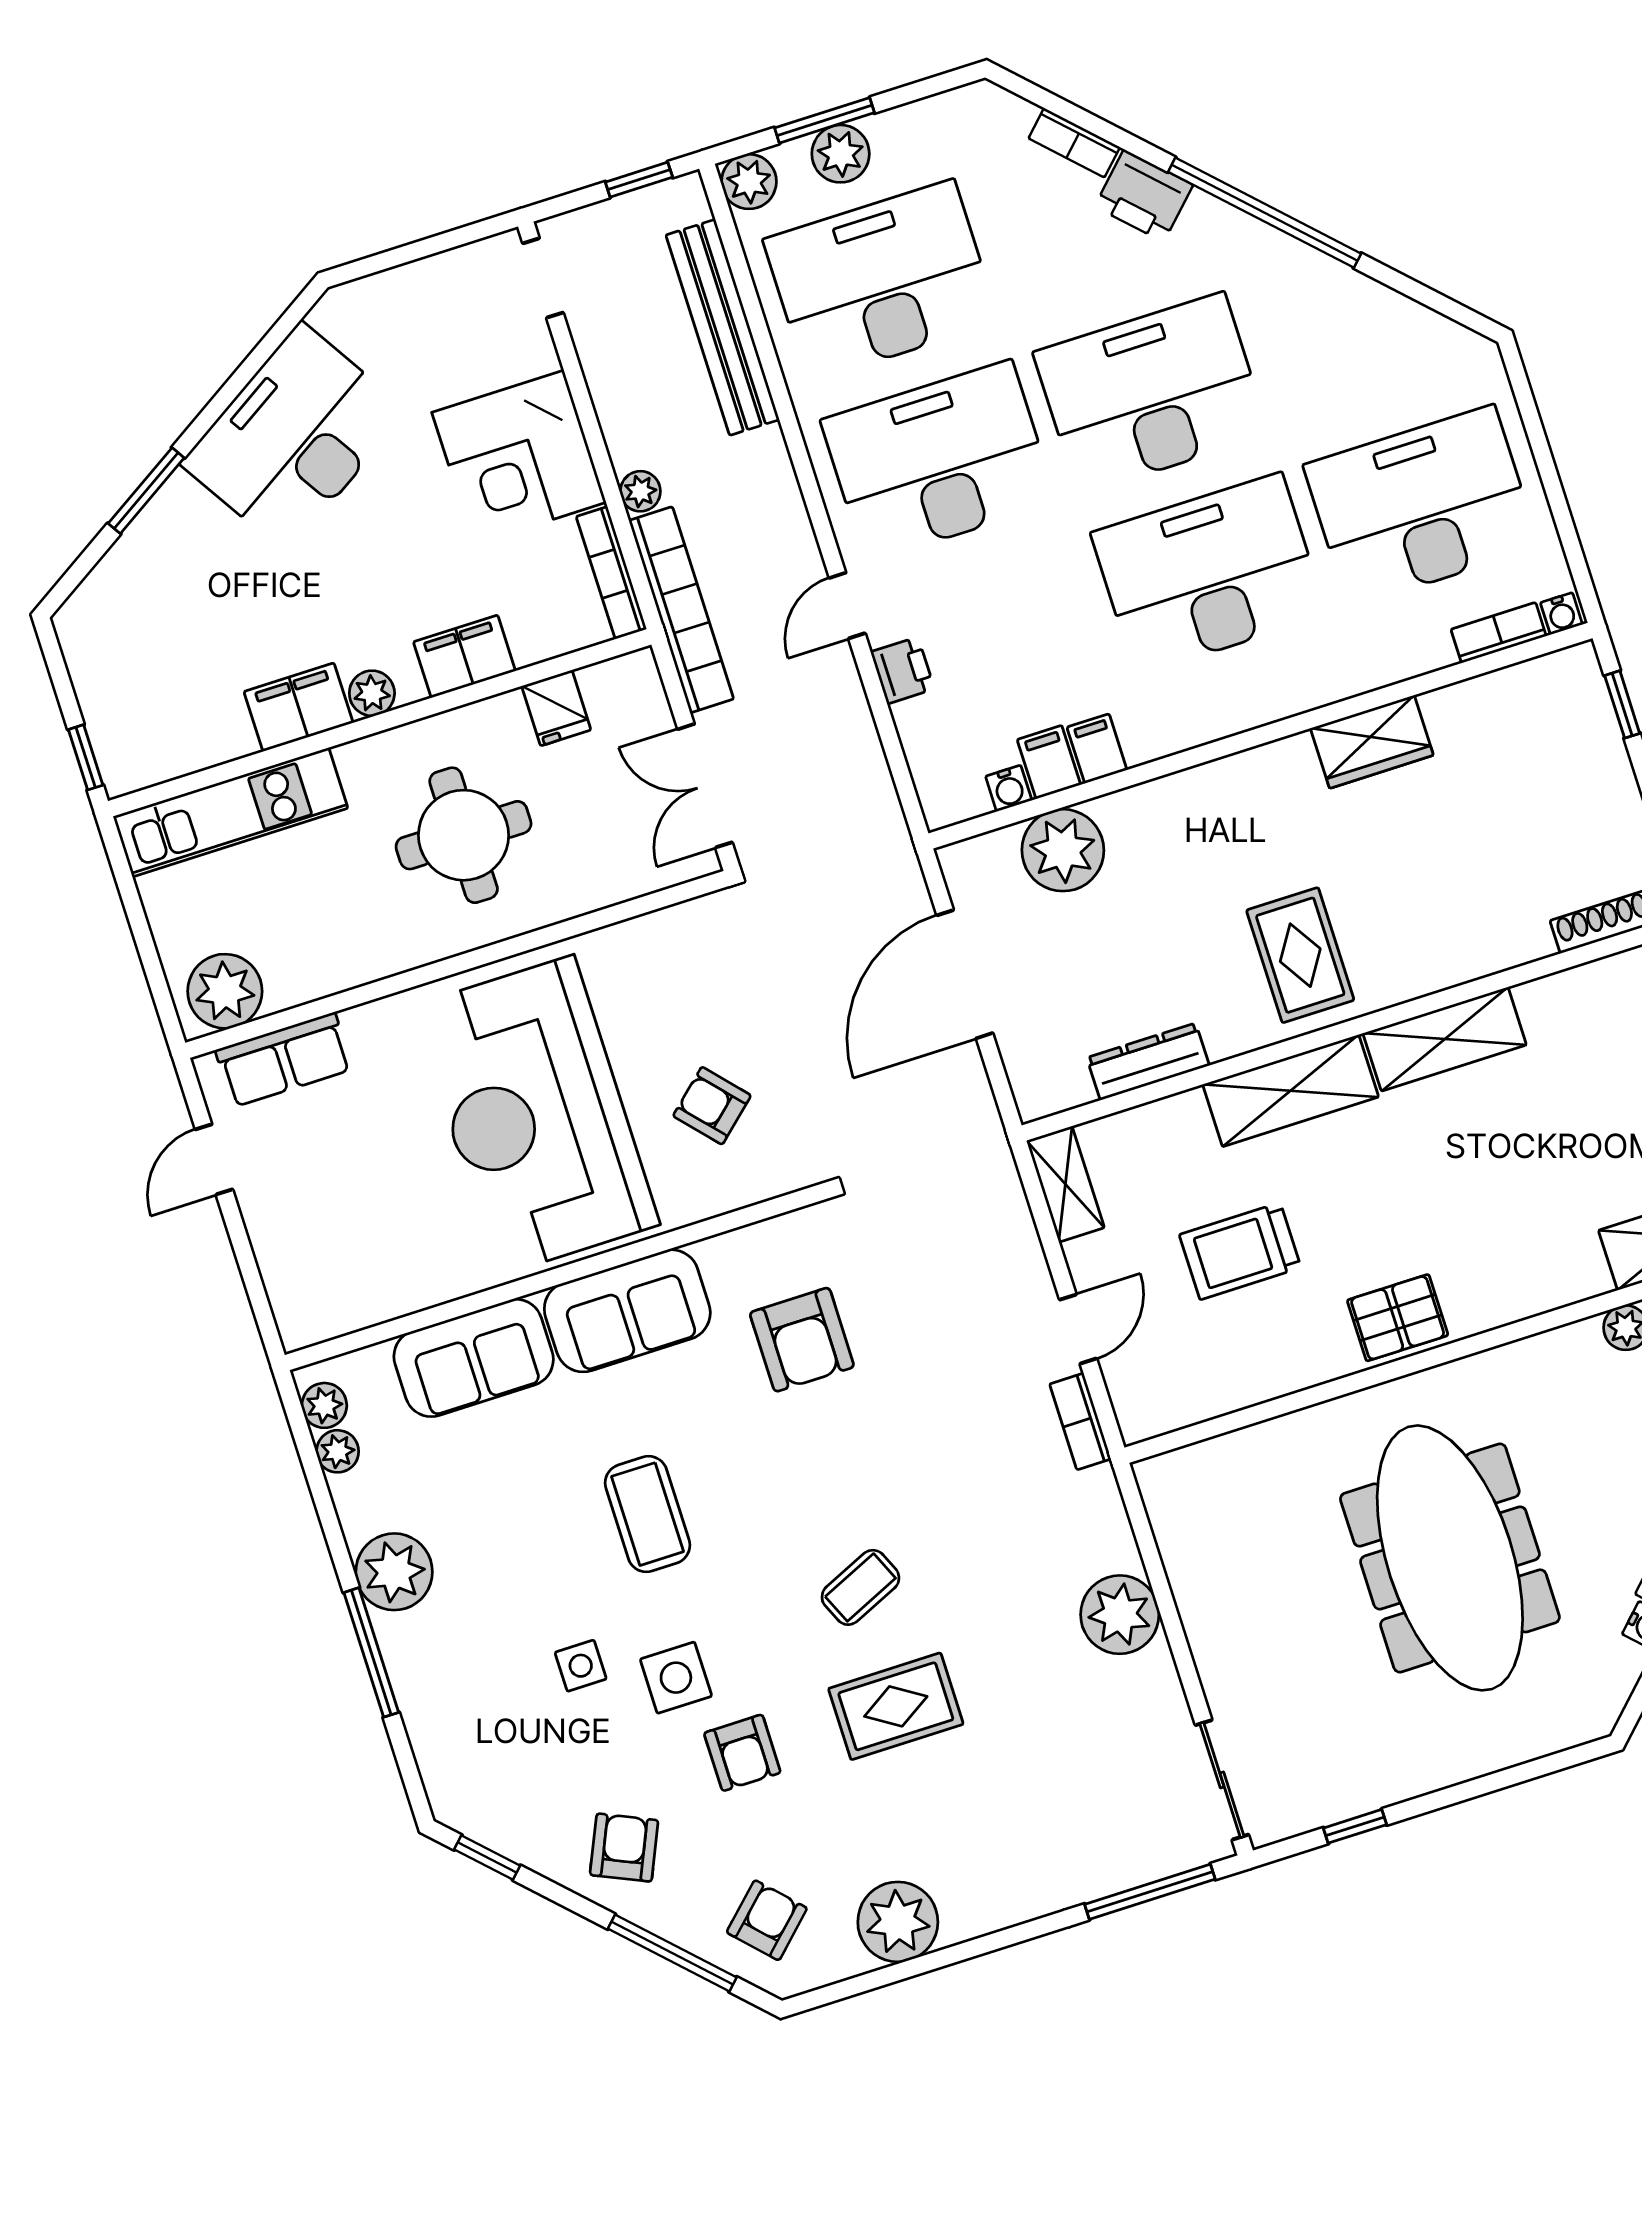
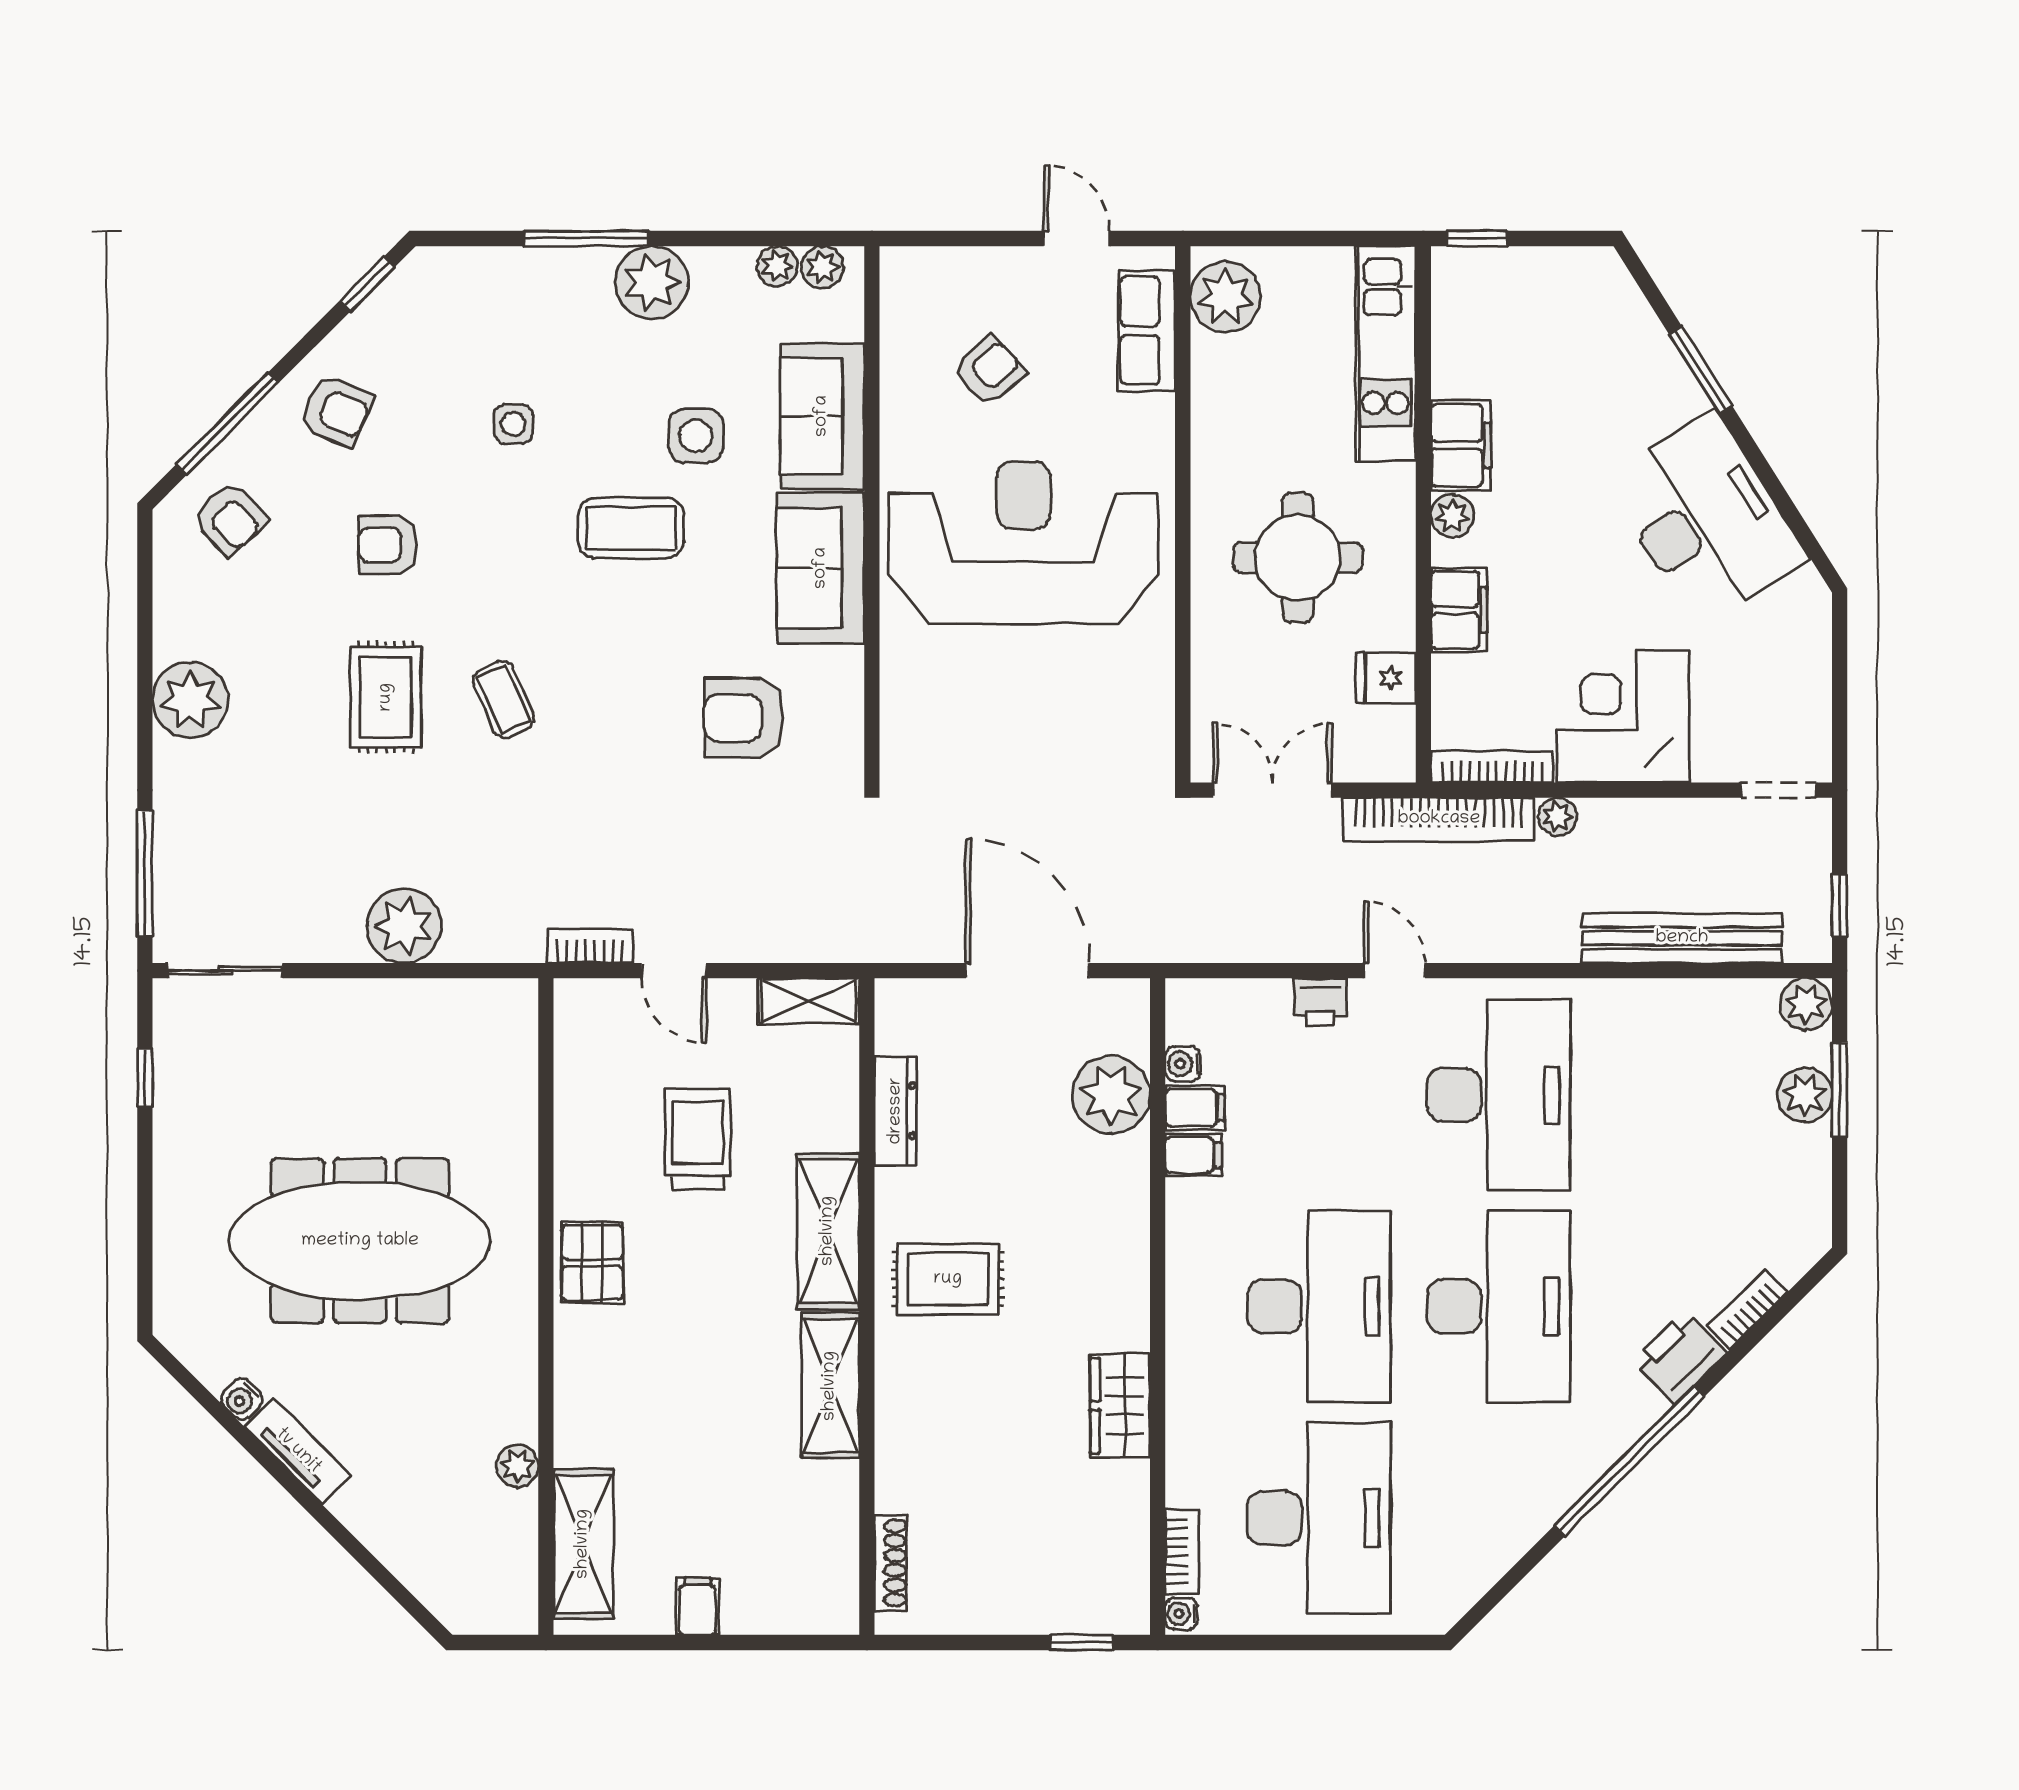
desk: (881, 281) -> (1678, 1095), removed
armchair: (712, 1106) -> (989, 371), moved
side table: (676, 1678) -> (696, 436), moved
plant: (898, 1922) -> (190, 700), moved

